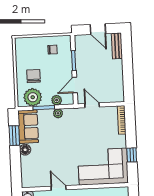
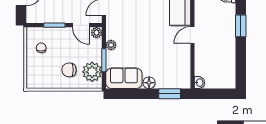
plant: (57, 100) -> (96, 33), moved
window: (14, 136) -> (170, 94), moved
door: (59, 188) -> (193, 35), moved

